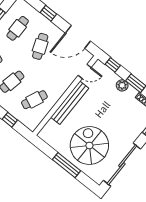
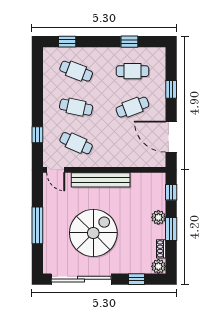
door: (85, 71) -> (56, 170), moved
spiral stairs: (89, 146) -> (93, 233), moved

